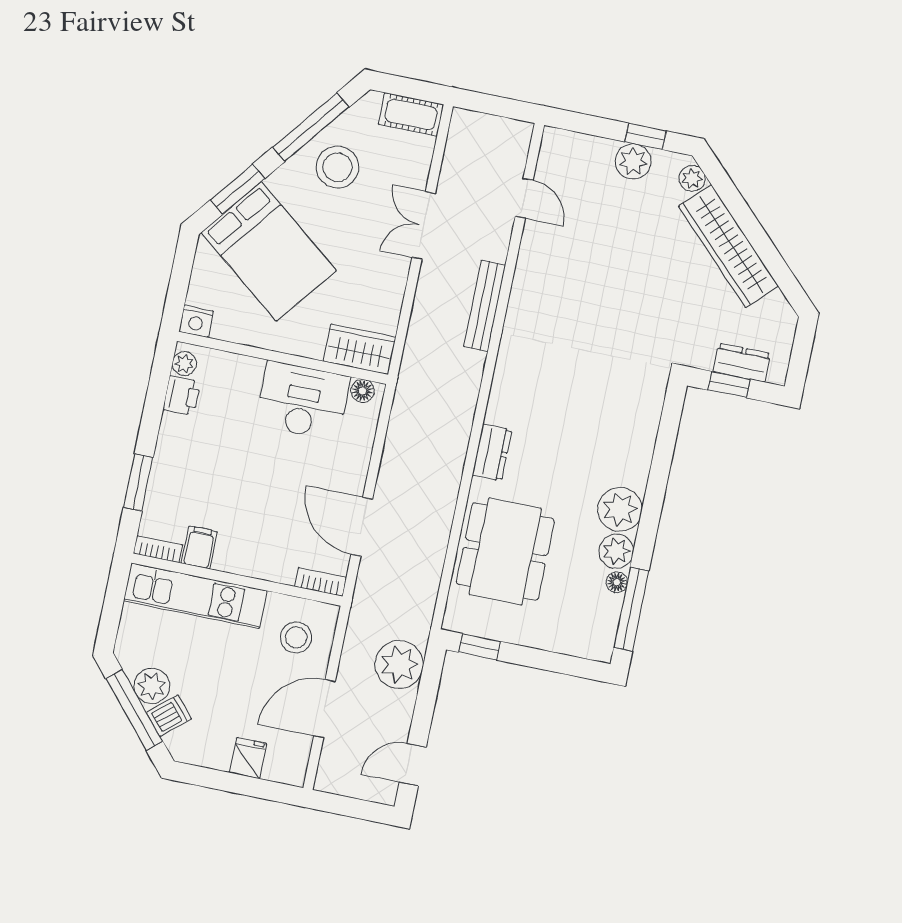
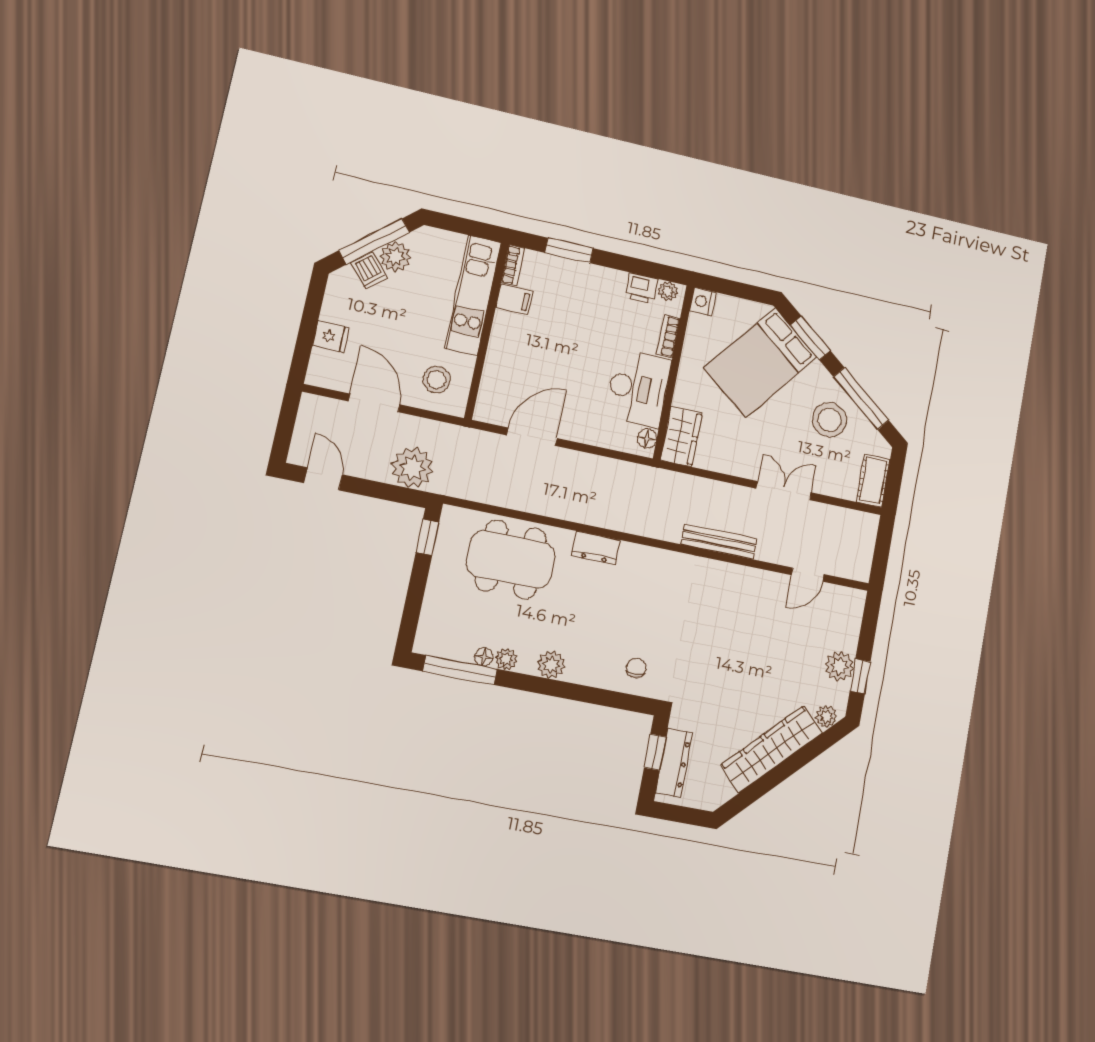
dresser: (742, 363) -> (674, 763), width x1.44
chair: (632, 406) -> (636, 668), added
plant: (620, 509) -> (551, 665), width x0.73, depth x0.73
plant: (616, 551) -> (506, 659), width x0.73, depth x0.73
bookcase: (321, 582) -> (668, 336), moved, turned 180

